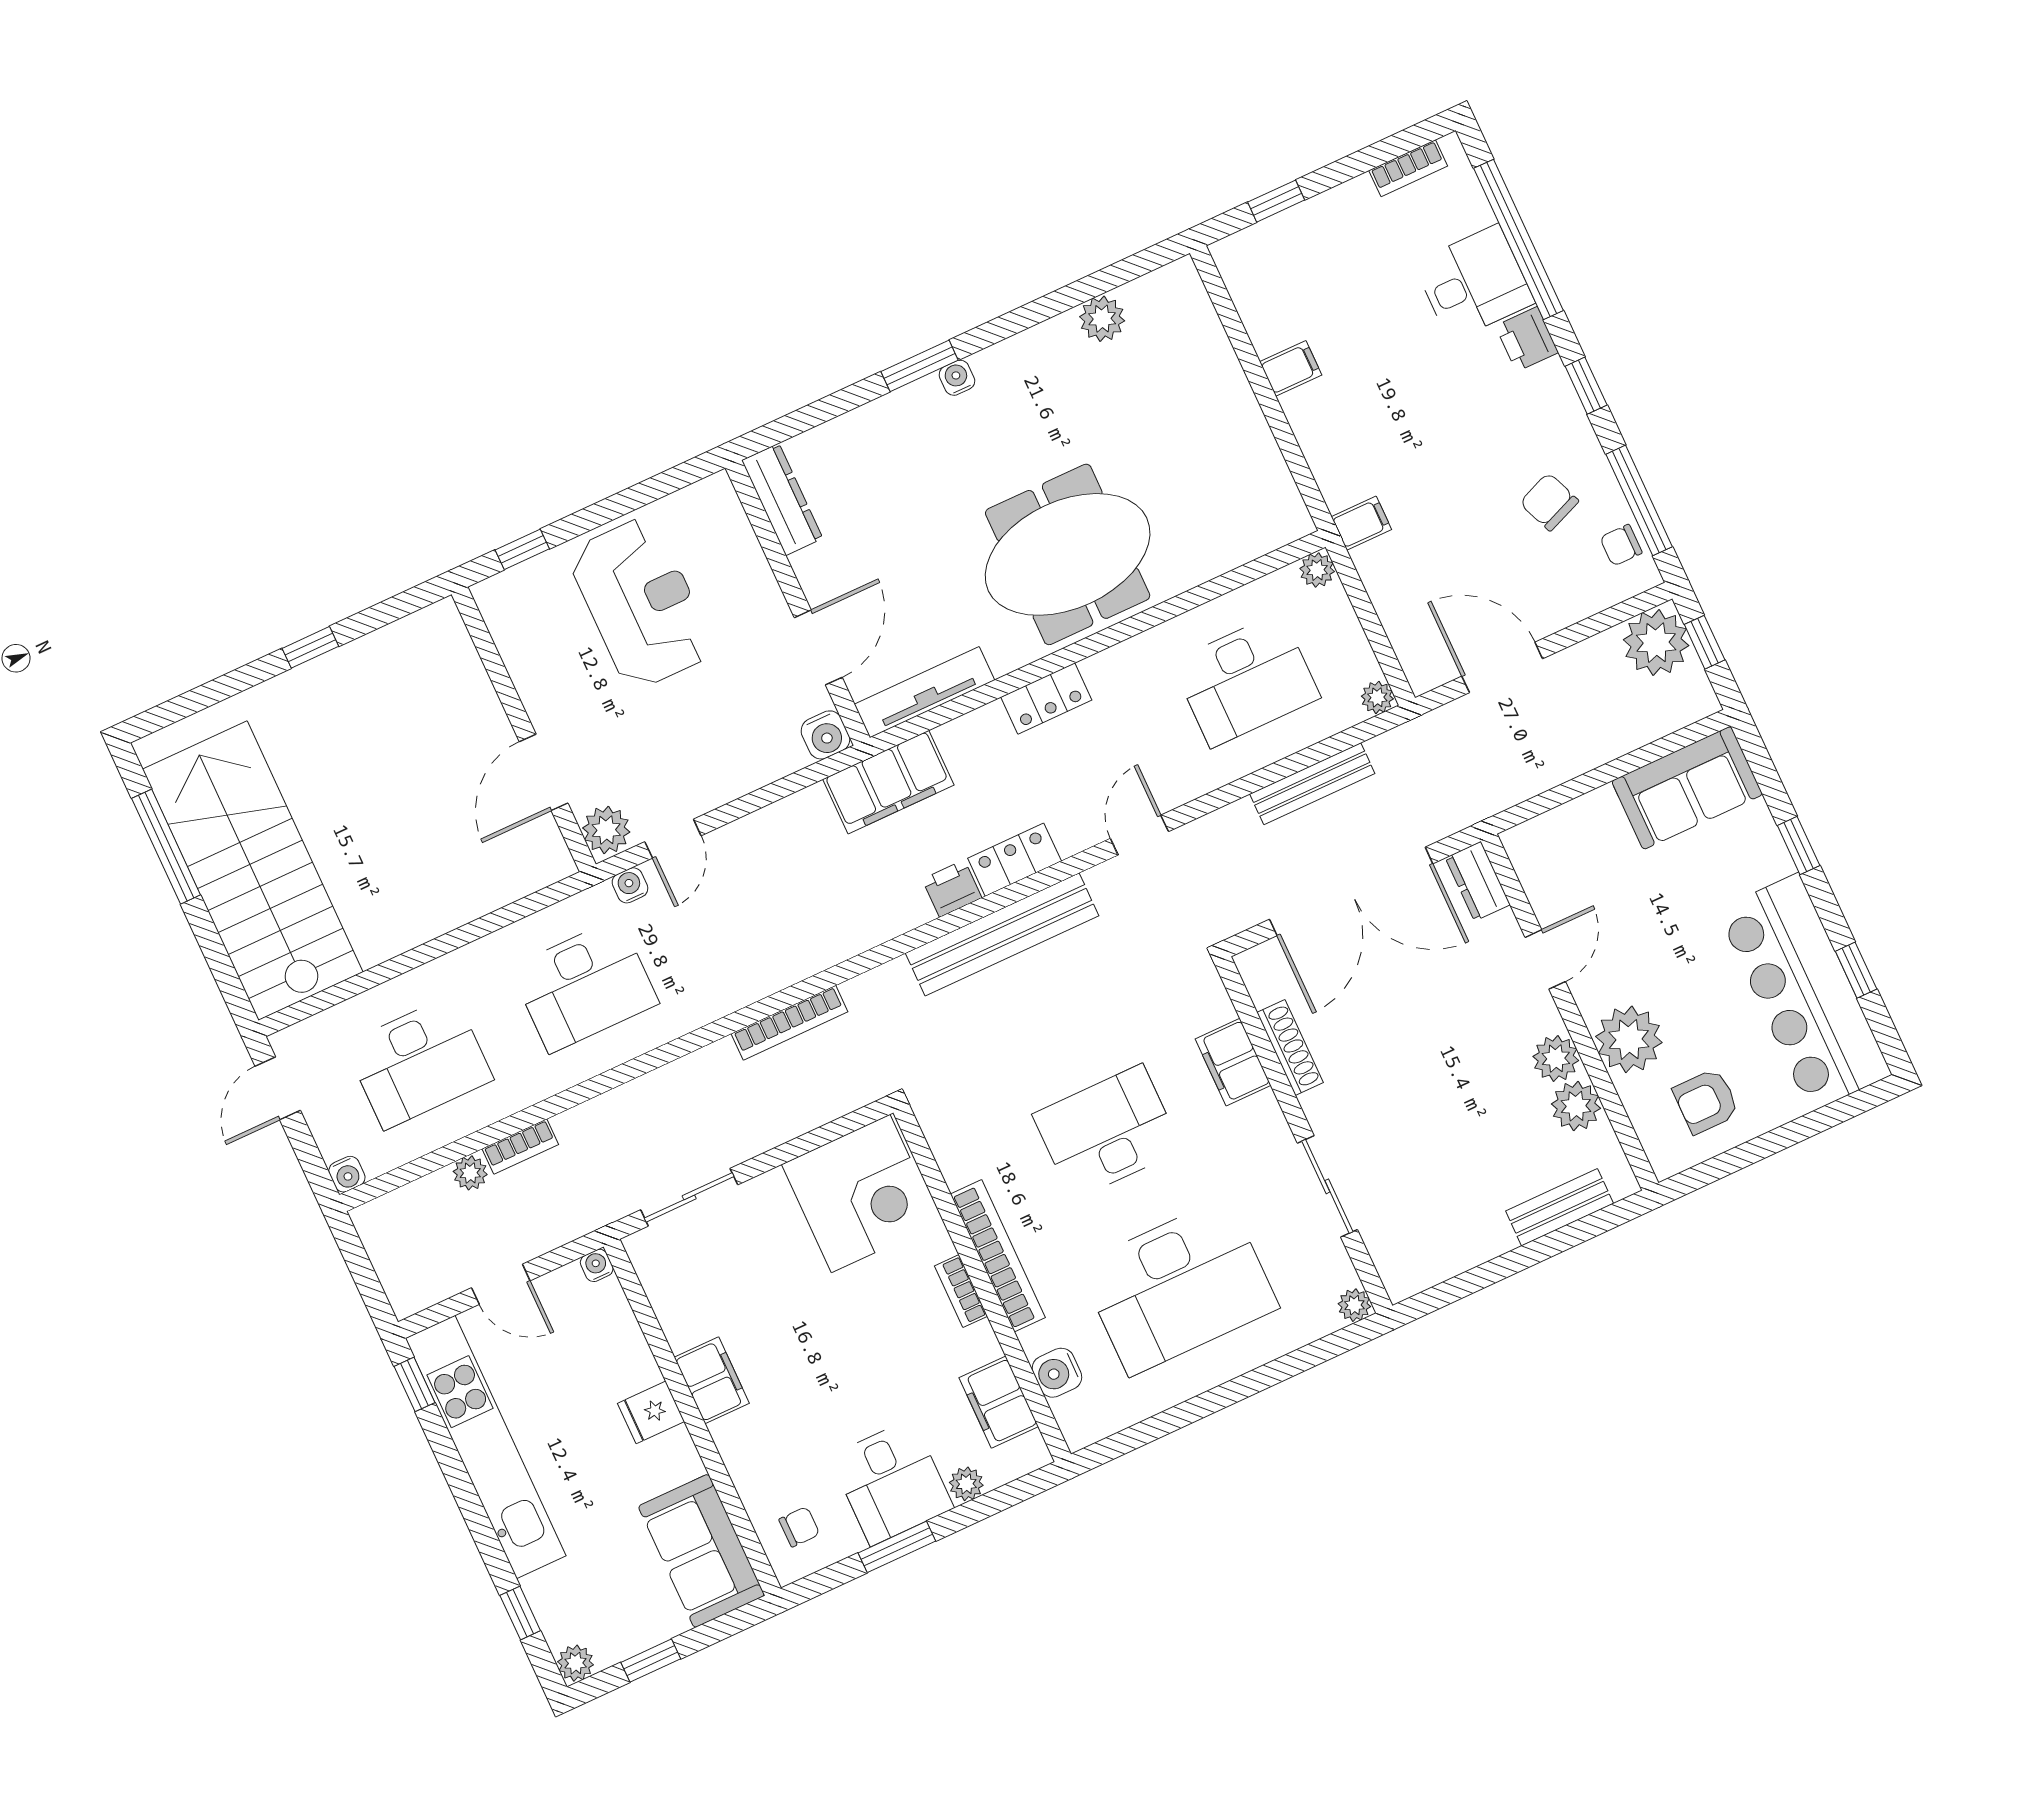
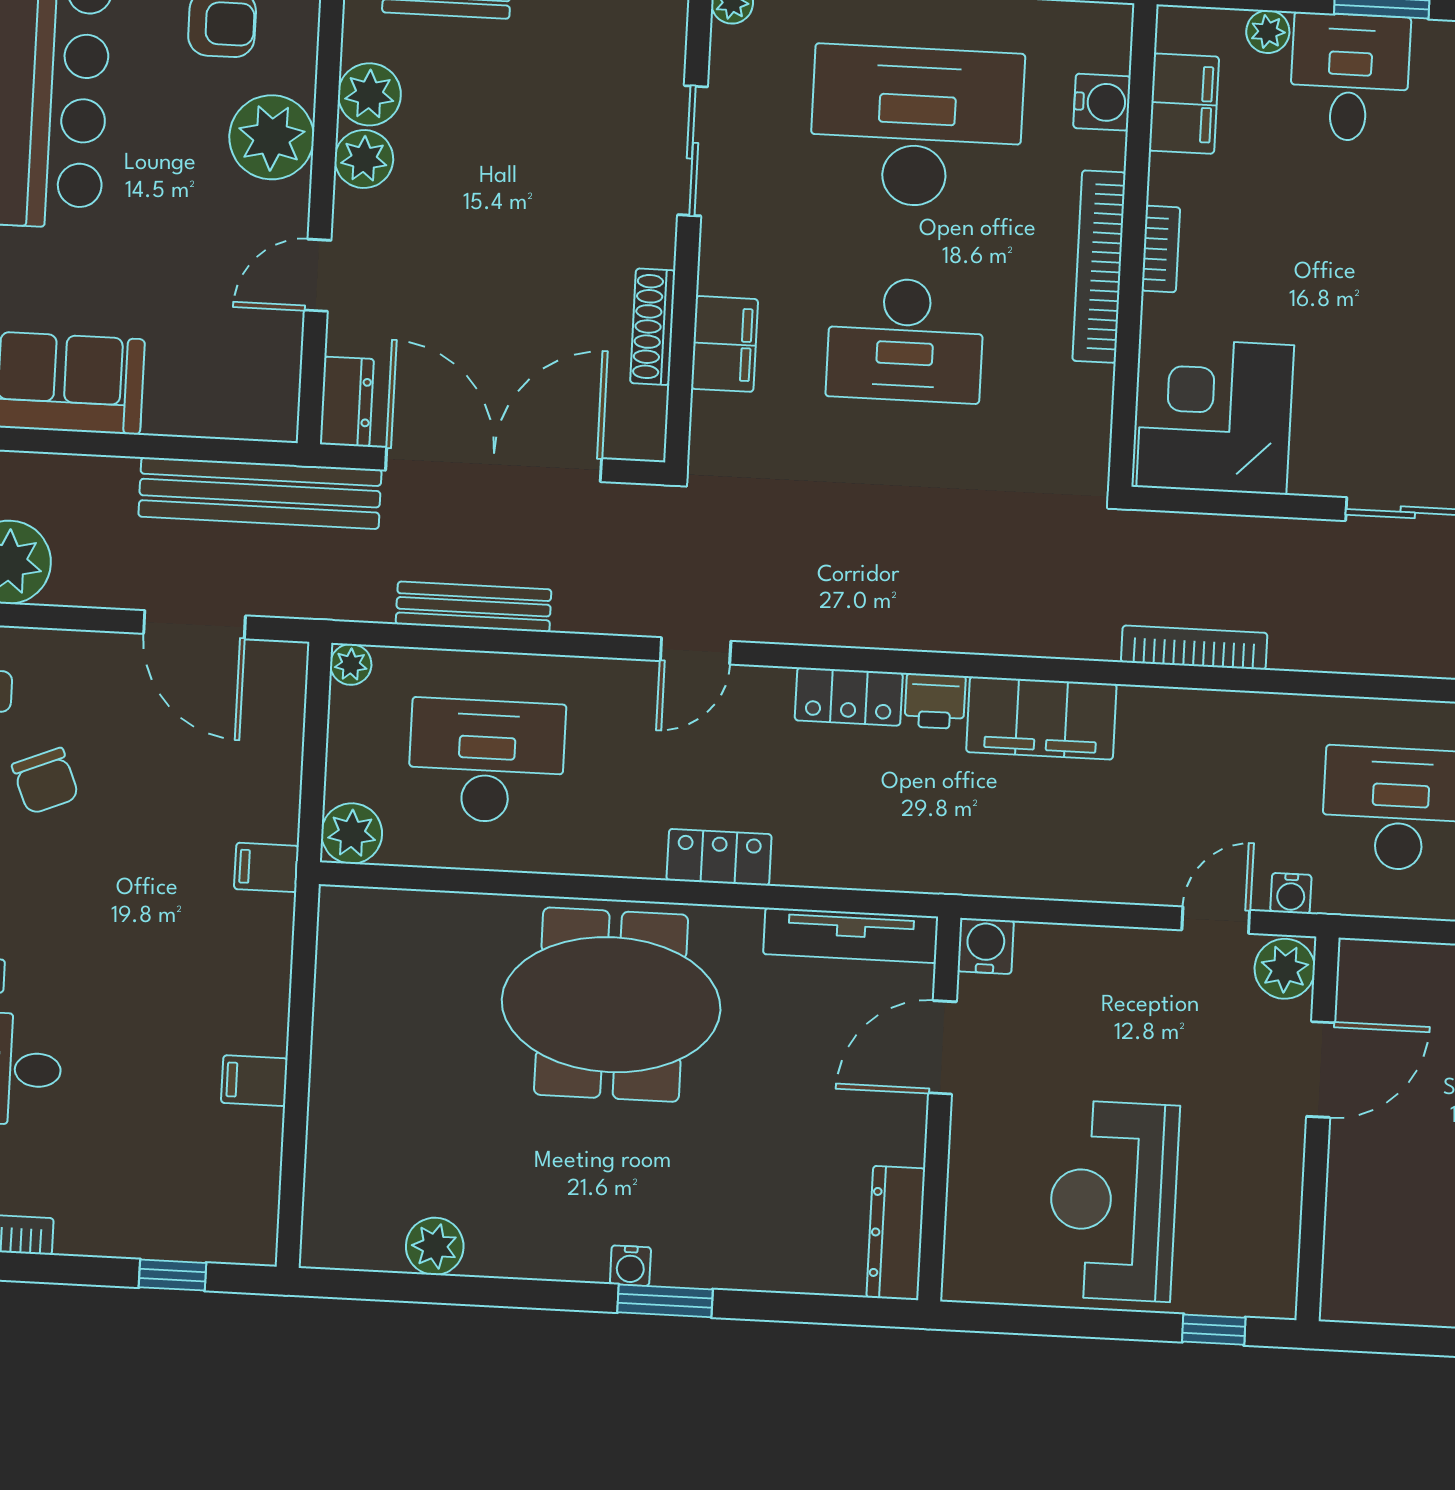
plant: (1317, 570) -> (352, 833), width x1.38, depth x1.38
filing cabinet: (888, 782) -> (1041, 718), moved, turned 180
bench: (1002, 934) -> (260, 493), moved

